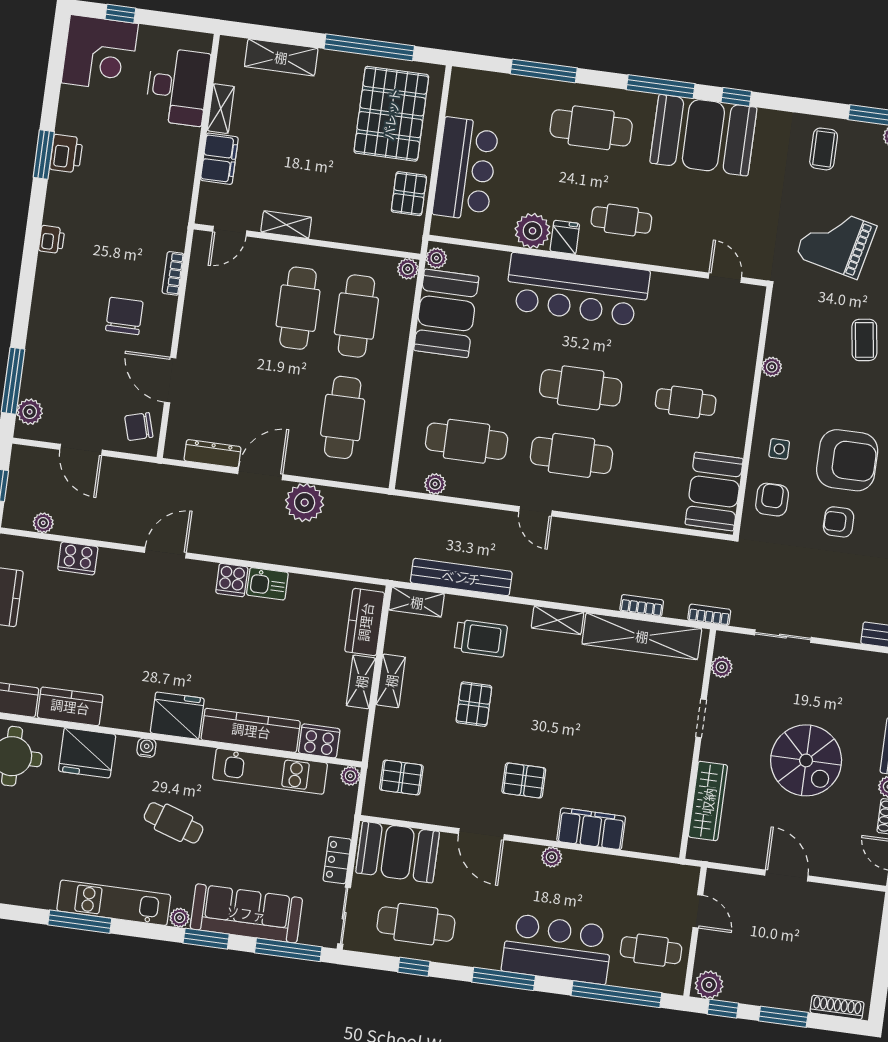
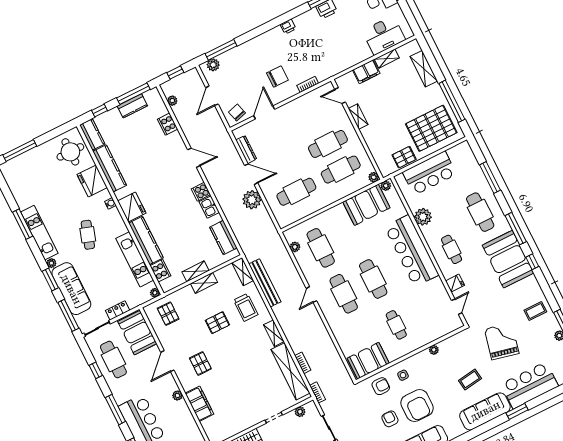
fridge: (565, 237) -> (455, 283), moved
kitchen counter: (365, 622) -> (223, 238), moved, turned -90
kitchen counter: (70, 706) -> (110, 168), width x1.50

